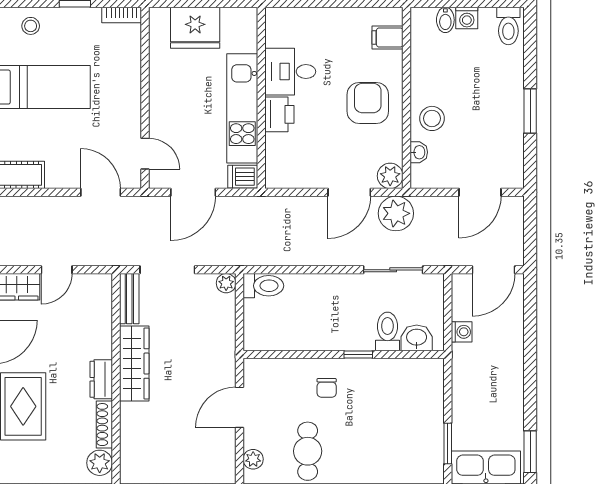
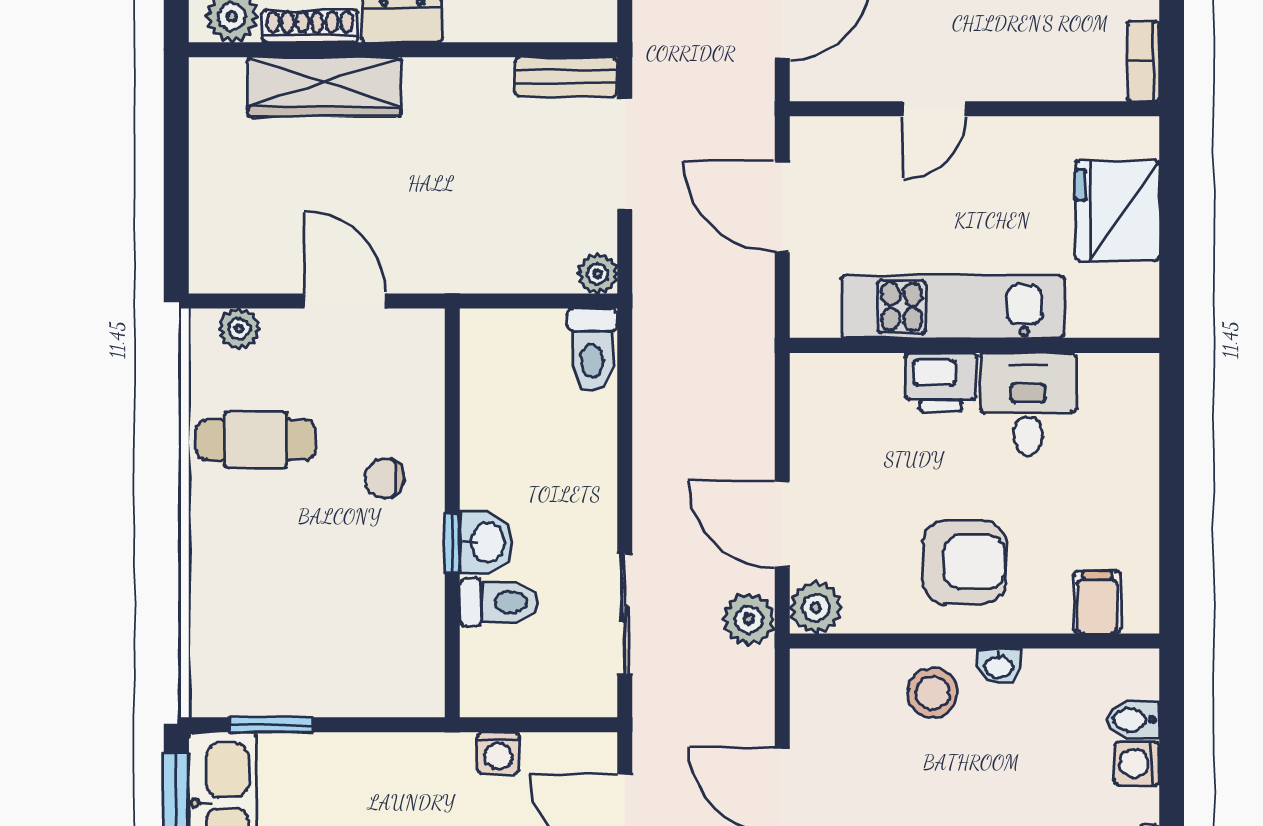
washbasin: (419, 152) -> (999, 666), moved
door: (145, 154) -> (934, 109), moved
dishwasher: (243, 177) -> (814, 308), removed
plant: (396, 213) -> (749, 619), width x0.73, depth x0.73
washbasin: (417, 338) -> (486, 543), moved
wardrobe: (134, 364) -> (324, 87), moved

